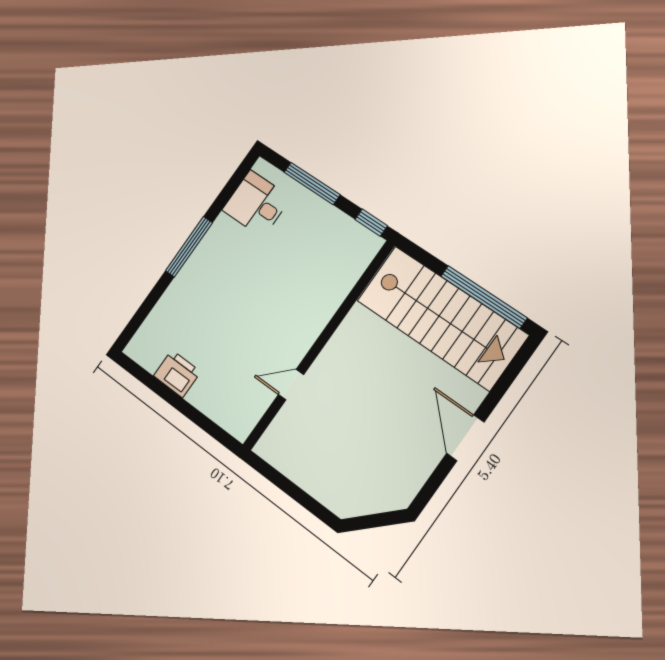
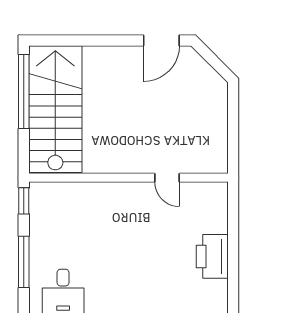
printer: (177, 374) -> (212, 256), width x1.37, depth x1.19
door: (465, 438) -> (161, 40), moved

